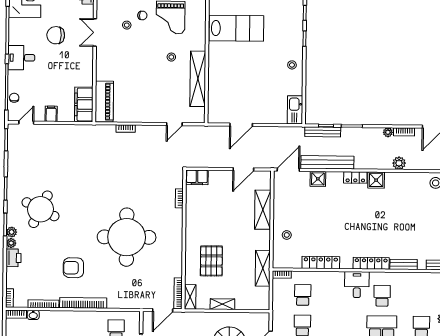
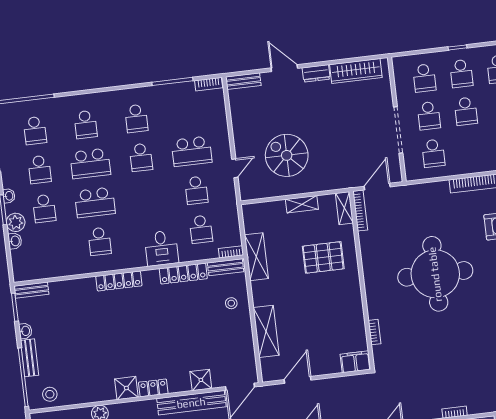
pallet: (211, 261) -> (323, 257), turned 90
bench: (404, 264) -> (226, 267), moved
desk: (357, 285) -> (161, 248), moved

